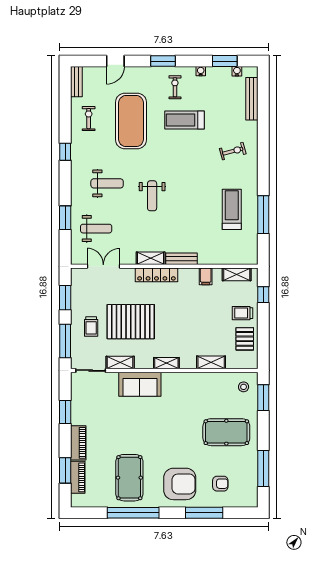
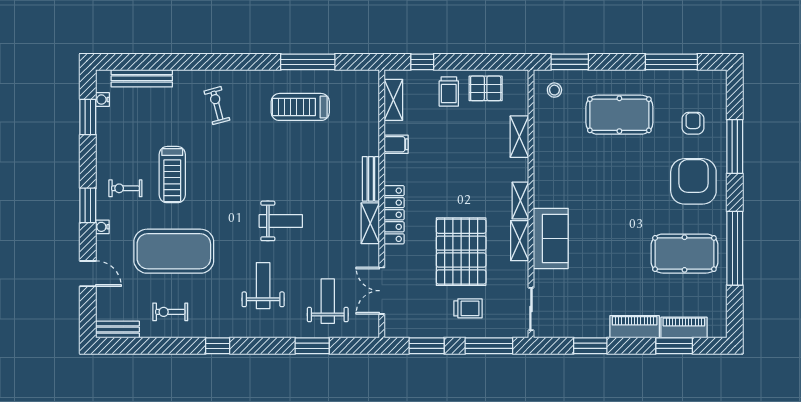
water cooler: (201, 71) -> (102, 227), moved
shelving: (120, 363) -> (520, 241), moved
pool table: (226, 432) -> (619, 115), turned 90

